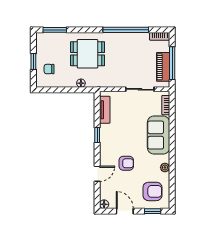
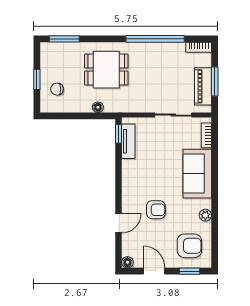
window: (172, 63) -> (215, 82), width x0.69
window: (97, 135) -> (119, 134), moved

